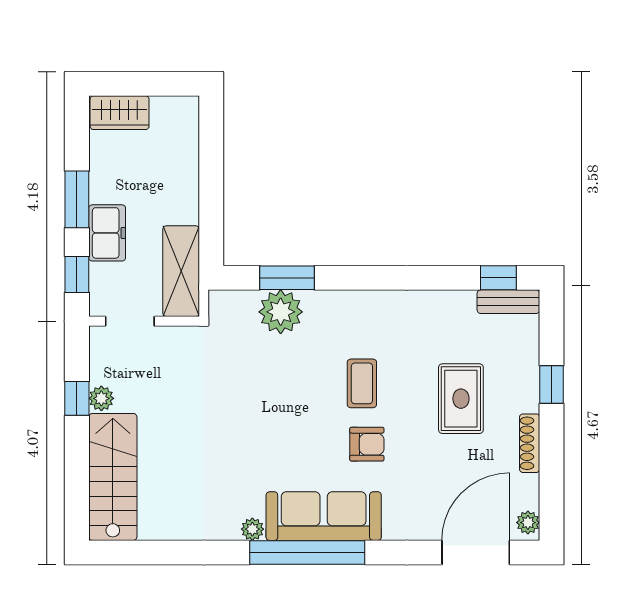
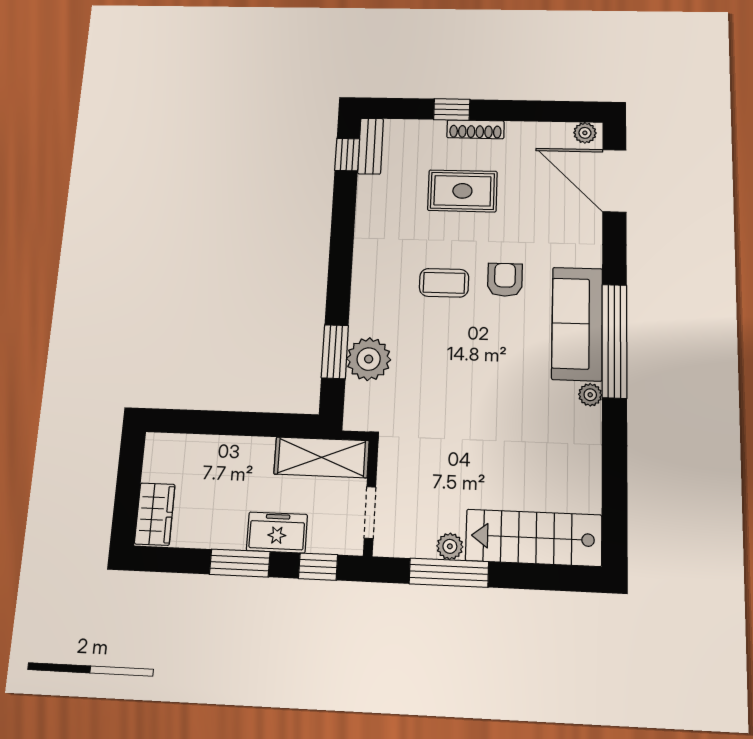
window: (77, 398) -> (449, 573), width x2.17
shoe rack: (530, 443) -> (475, 129), moved

